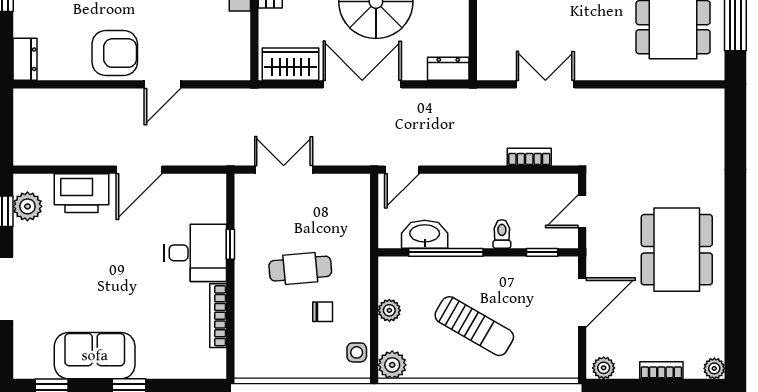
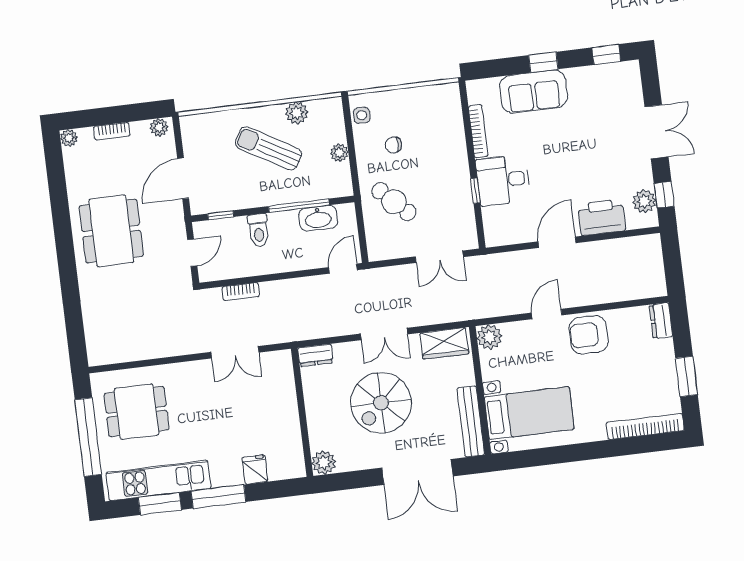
plant: (235, 65) -> (489, 337), added
double door: (362, 84) -> (384, 334), width x0.73
toilet: (502, 234) -> (258, 230), width x1.37, depth x1.39
cafe table: (300, 269) -> (394, 202), moved, turned 50
sofa: (95, 356) -> (534, 91), moved
plant: (392, 365) -> (297, 113), moved

